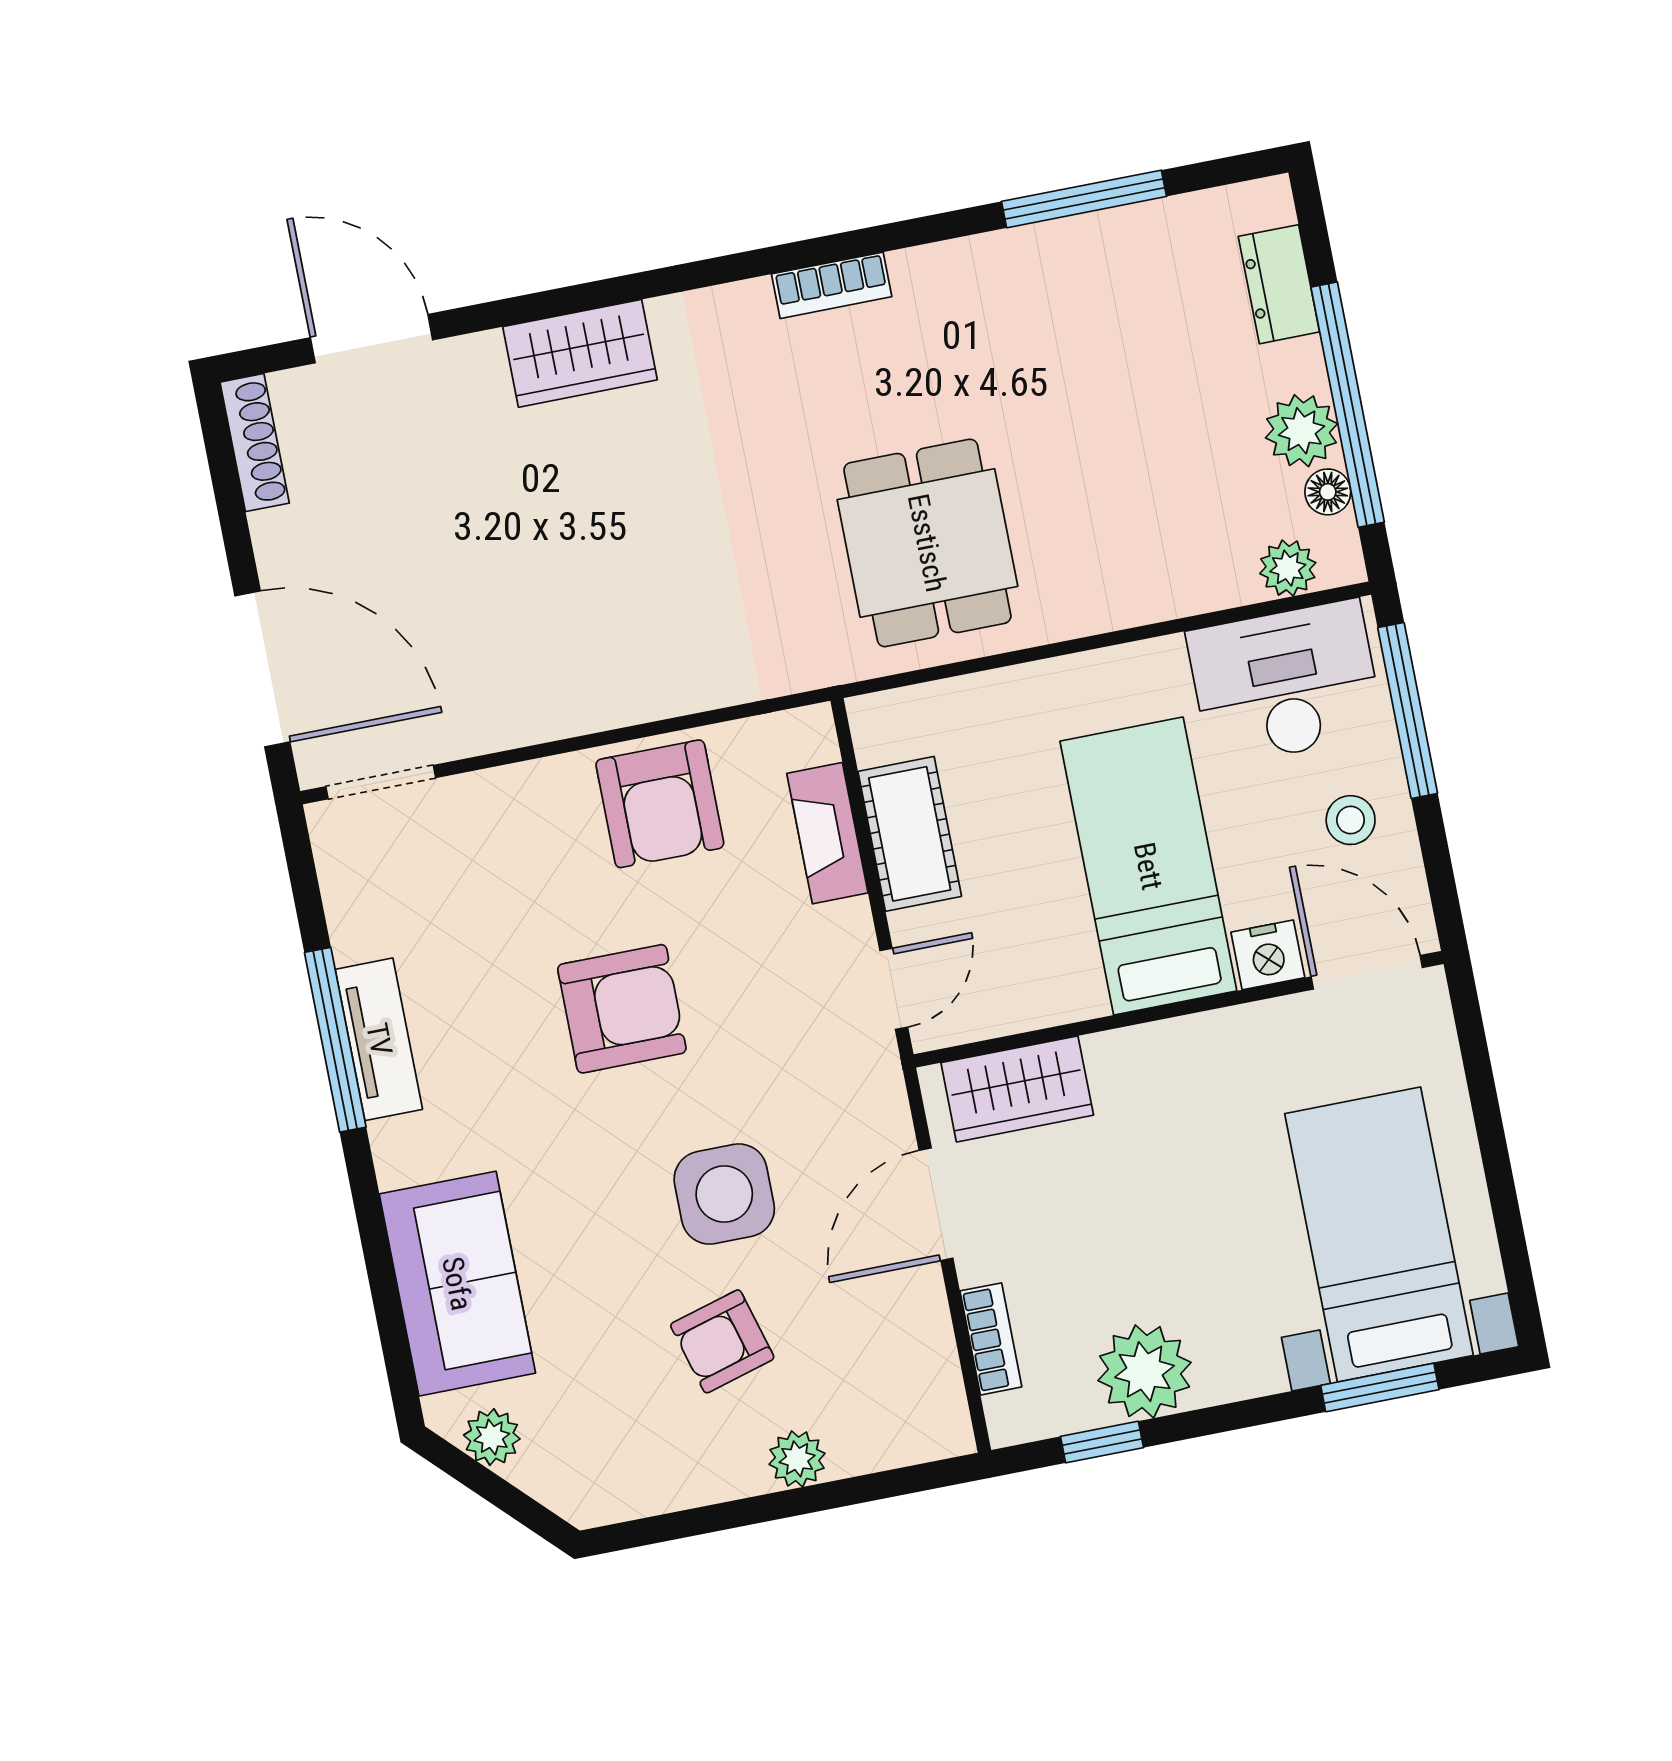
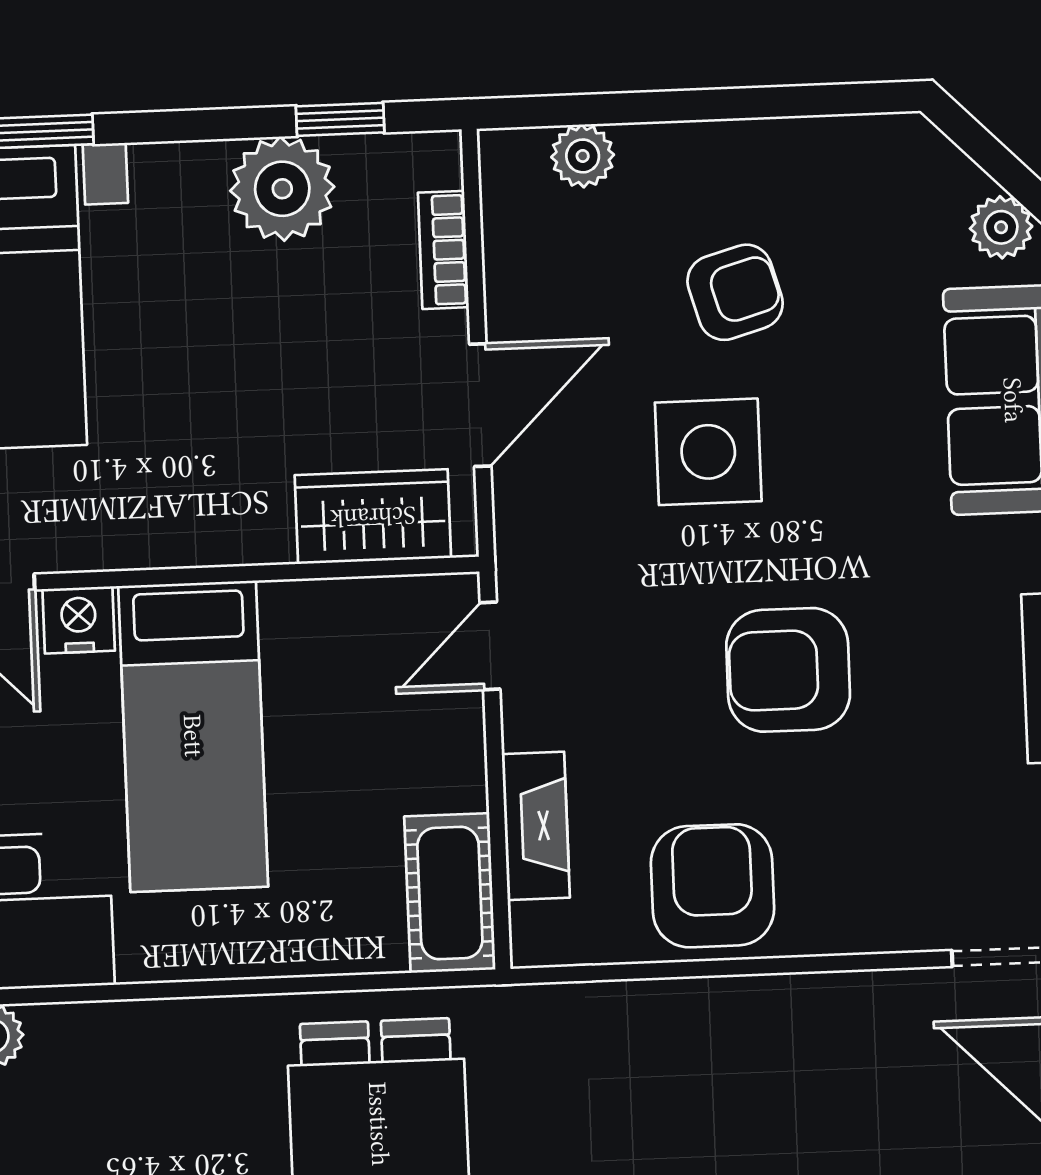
cot: (910, 834) -> (450, 893), moved
plant: (797, 1459) -> (583, 156), moved

